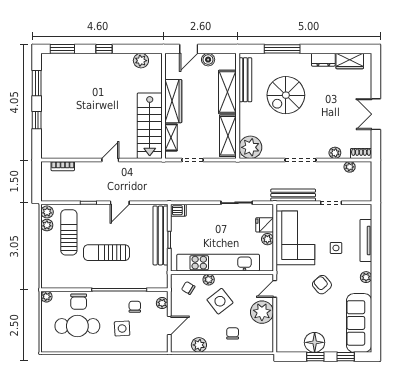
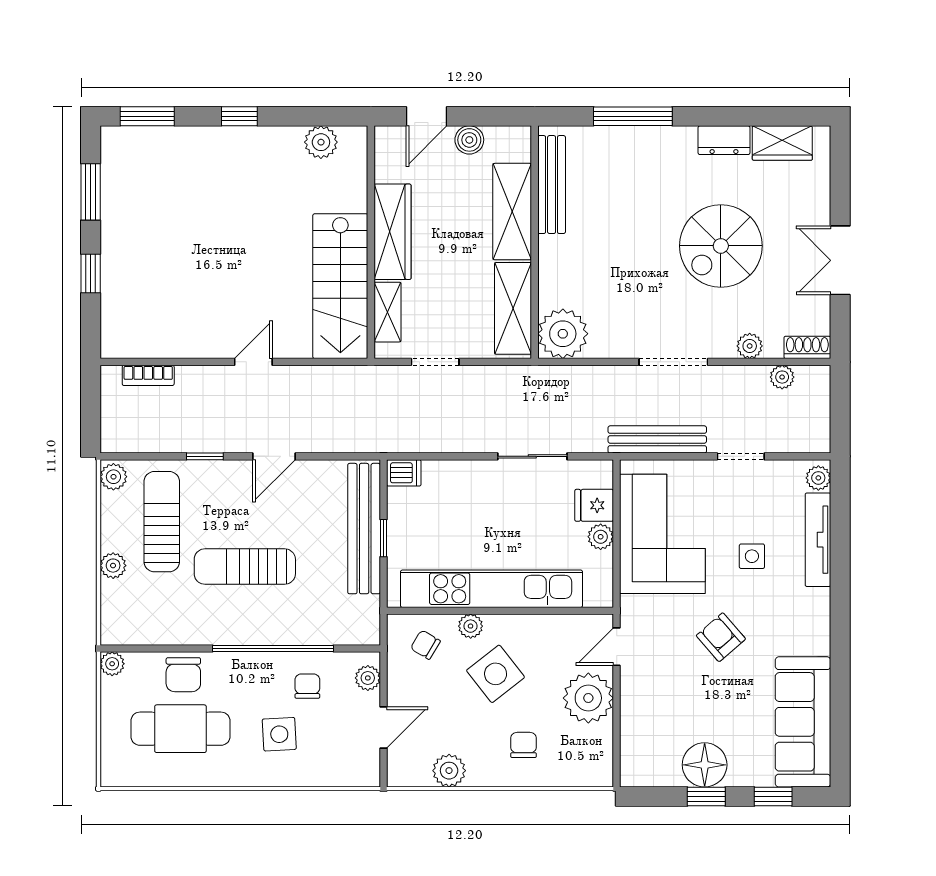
spiral stairs: (286, 95) -> (721, 246), moved
plant: (47, 225) -> (113, 566), moved
plant: (366, 277) -> (818, 478), moved

